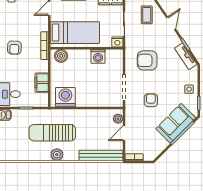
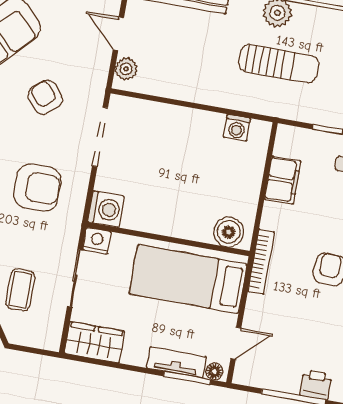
washing machine: (98, 56) -> (106, 209), moved, turned 90
washing machine: (65, 97) -> (237, 128), width x0.53, depth x0.53
armchair: (151, 100) -> (45, 97), turned 139
sun lounger: (52, 133) -> (279, 64), width x0.73, depth x0.75
door: (124, 133) -> (118, 34), swing flipped

